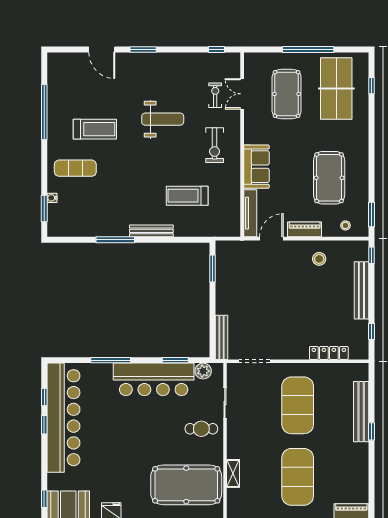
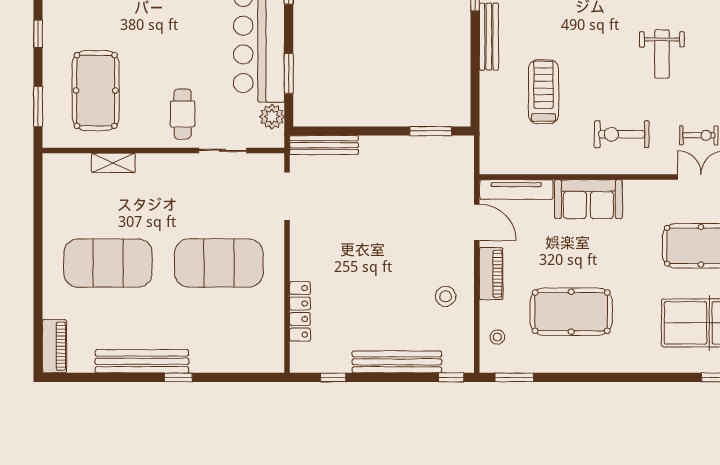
weight bench: (163, 119) -> (662, 54), width x0.73, depth x0.75
bench: (361, 412) -> (142, 361), moved
pool table: (186, 485) -> (96, 90), width x0.73, depth x0.76

